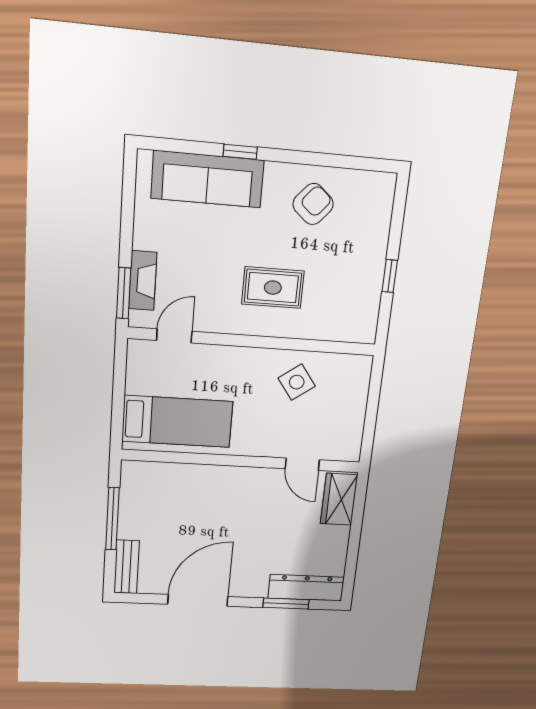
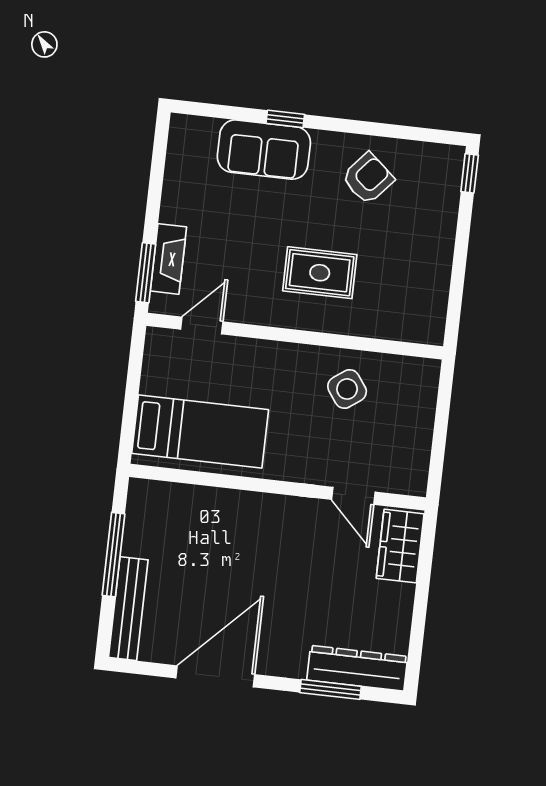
sofa: (207, 179) -> (264, 150), width x0.73
window: (390, 276) -> (470, 173), moved
bench: (127, 567) -> (128, 609), width x1.36

